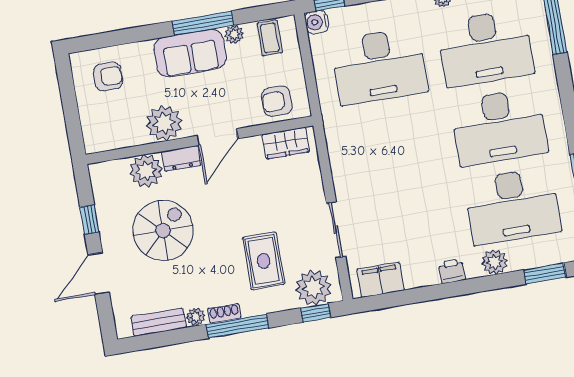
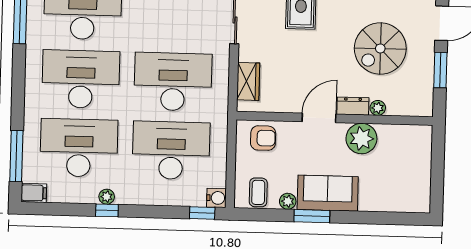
window: (203, 23) -> (312, 216), width x0.69
armchair: (108, 76) -> (401, 187), removed
wardrobe: (286, 143) -> (248, 81), moved, turned 90
desk: (393, 145) -> (173, 82), added
plant: (146, 171) -> (378, 108), width x0.53, depth x0.53
window: (89, 220) -> (440, 70), width x1.50

